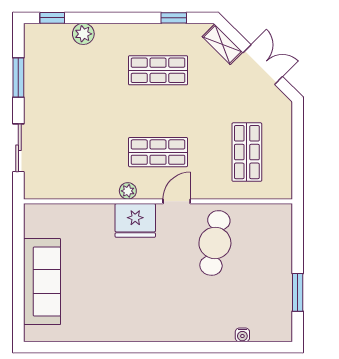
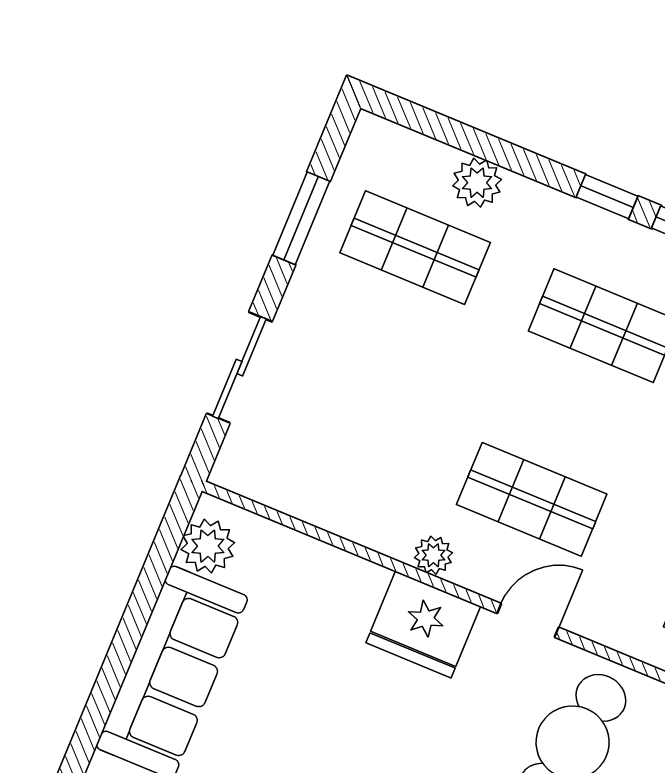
window: (52, 18) -> (607, 197), moved
shop shelf: (69, 70) -> (415, 248), added
plant: (36, 225) -> (208, 546), added

